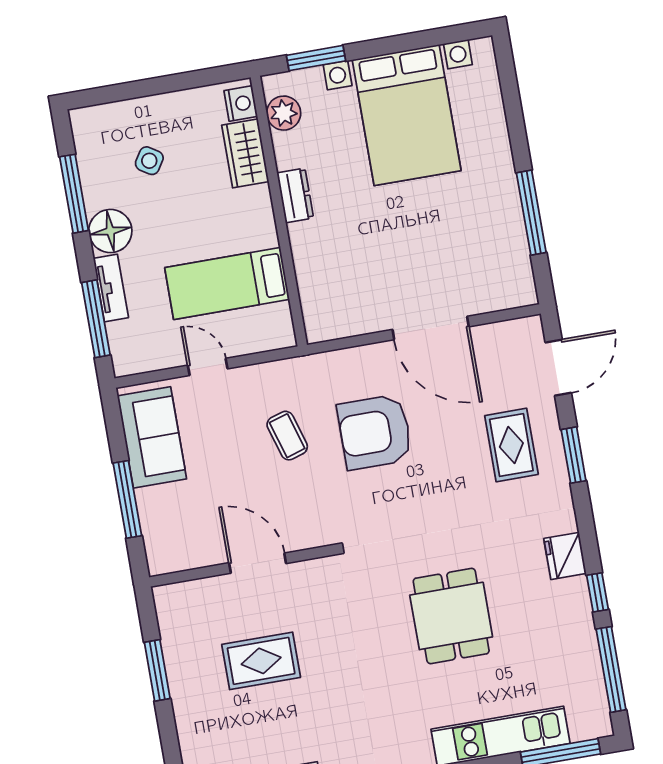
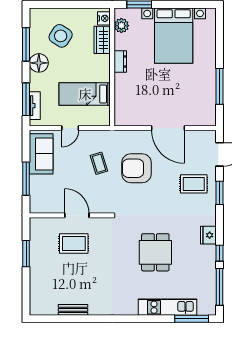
side table: (149, 161) -> (61, 36), width x1.87, depth x1.87
tv unit: (111, 288) -> (35, 106), moved
door: (208, 367) -> (70, 128), swing flipped
rug: (511, 445) -> (194, 184), turned 90
rug: (261, 661) -> (74, 244), moved

